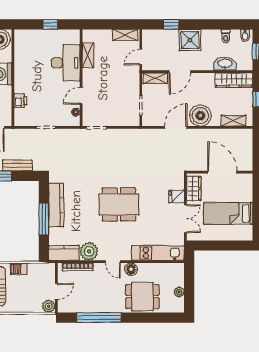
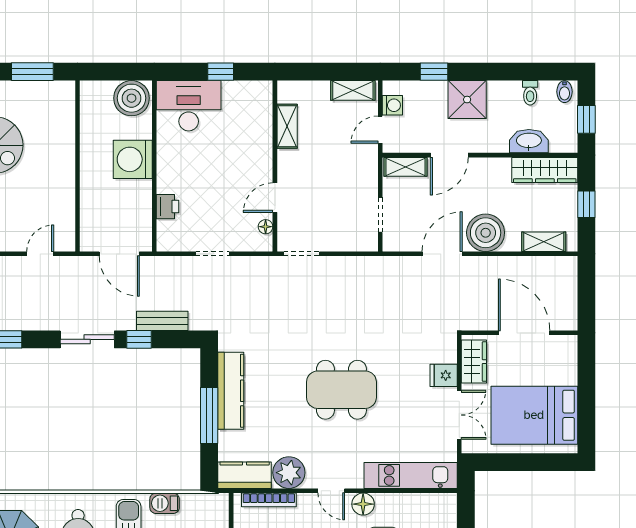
washing machine: (148, 43) -> (392, 105), added
desk: (66, 63) -> (189, 106), moved, turned -90
bed: (228, 213) -> (534, 415), width x1.50

